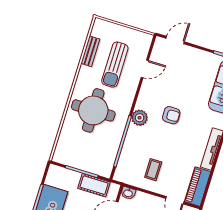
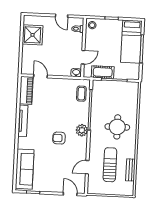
door: (175, 40) -> (70, 194), swing flipped
round table: (93, 110) -> (117, 127), width x0.73, depth x0.73
coffee table: (153, 170) -> (81, 94), moved

